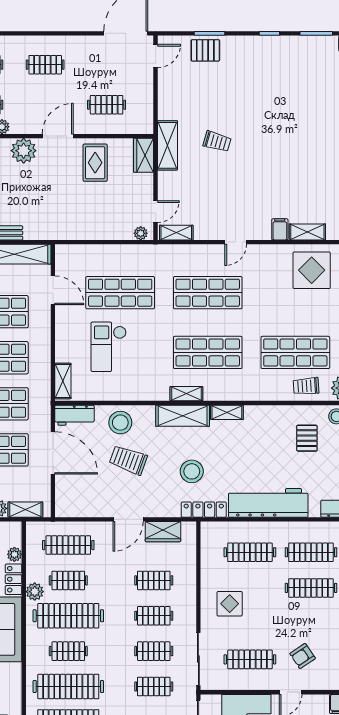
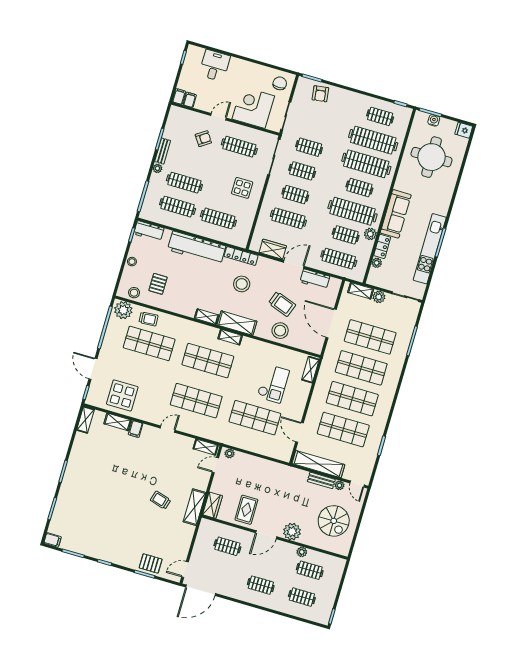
workbench: (74, 415) -> (315, 279), moved, turned 180
clothes rail: (154, 580) -> (288, 218), width x1.36

